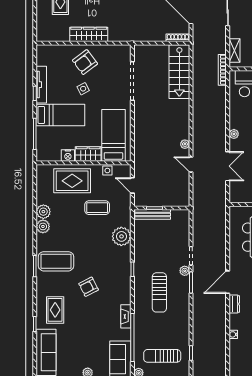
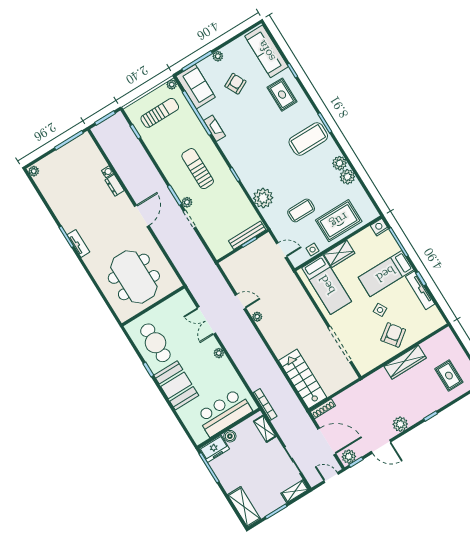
nightstand: (68, 155) -> (379, 227), moved
armchair: (89, 287) -> (235, 84), moved
dresser: (234, 304) -> (115, 185), moved

